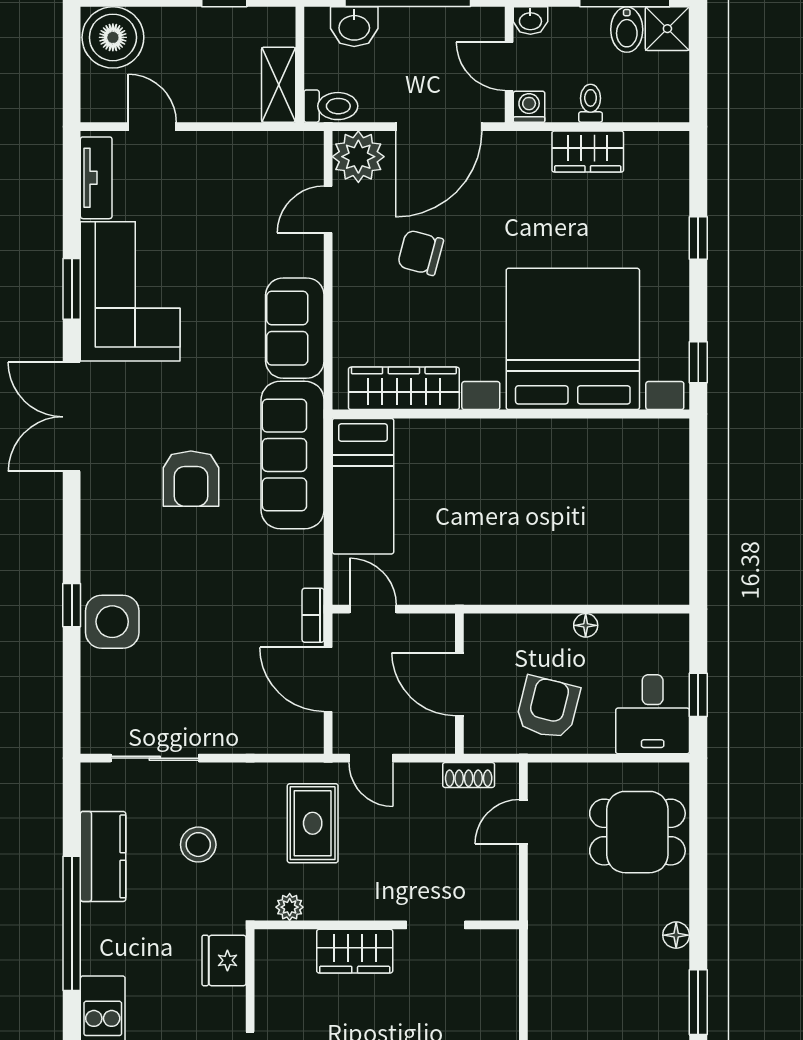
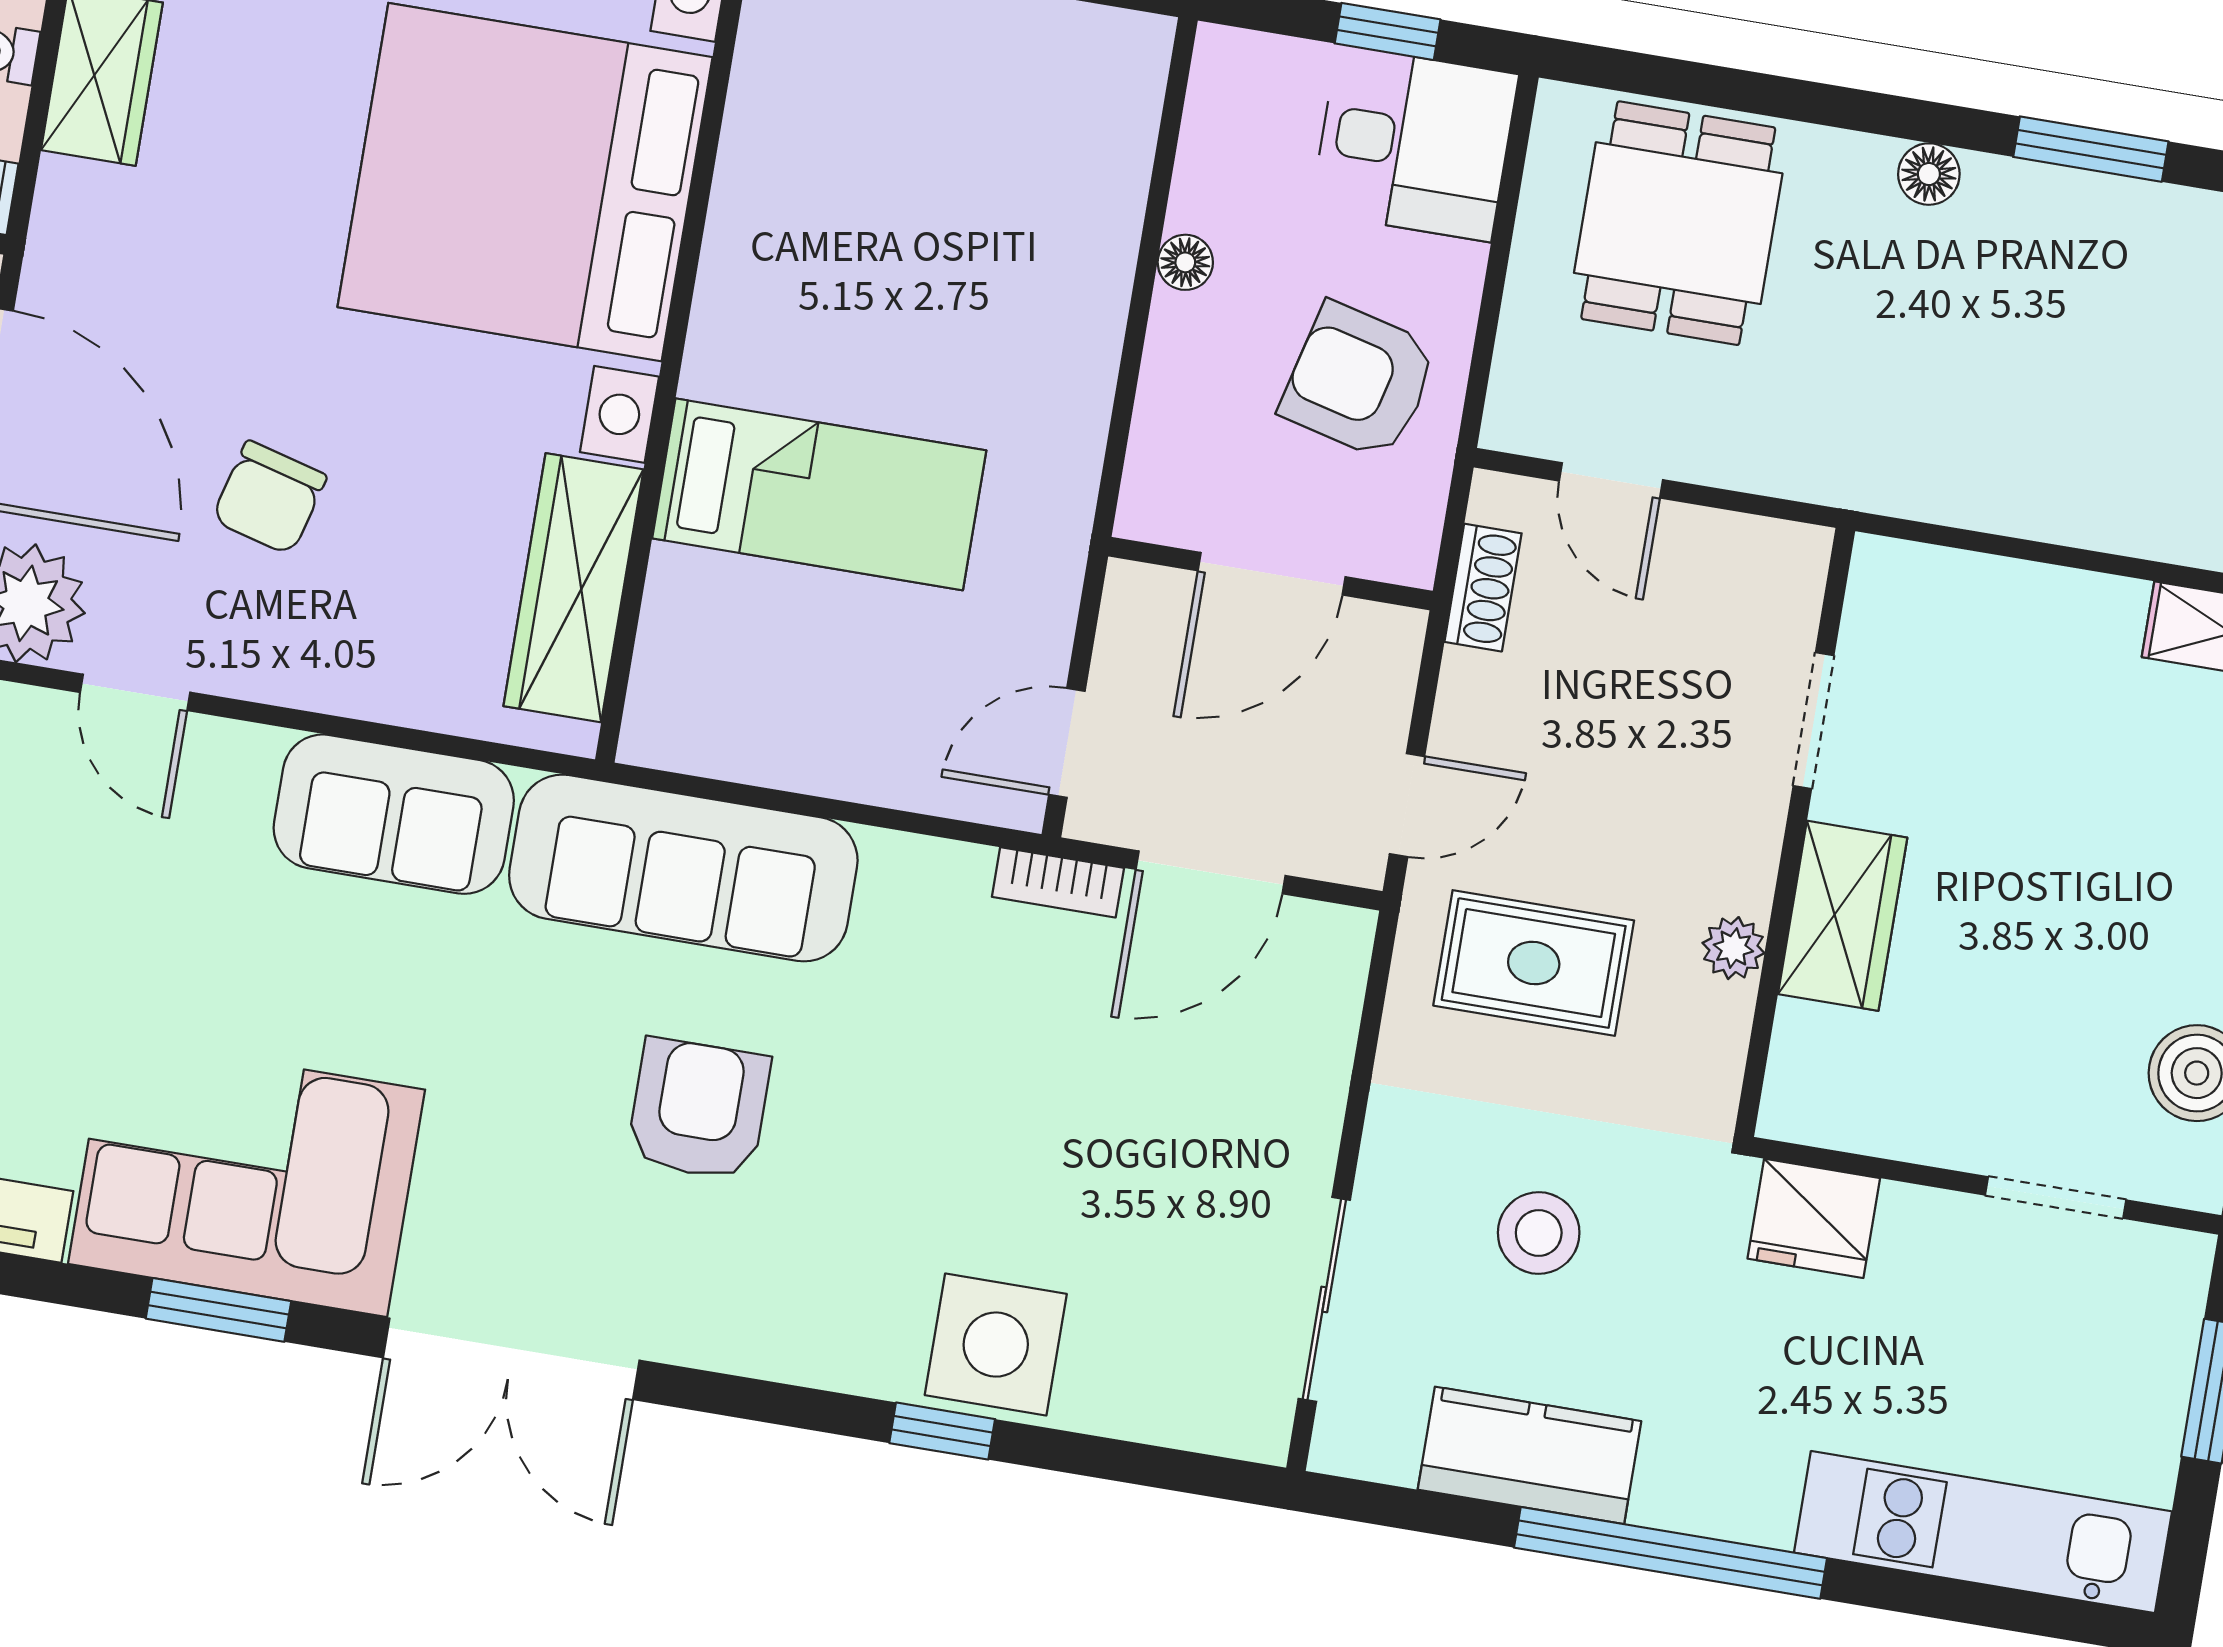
armchair: (191, 479) -> (699, 1109), turned -90
bed: (363, 486) -> (819, 494), moved
plant: (290, 907) -> (1733, 948), moved

